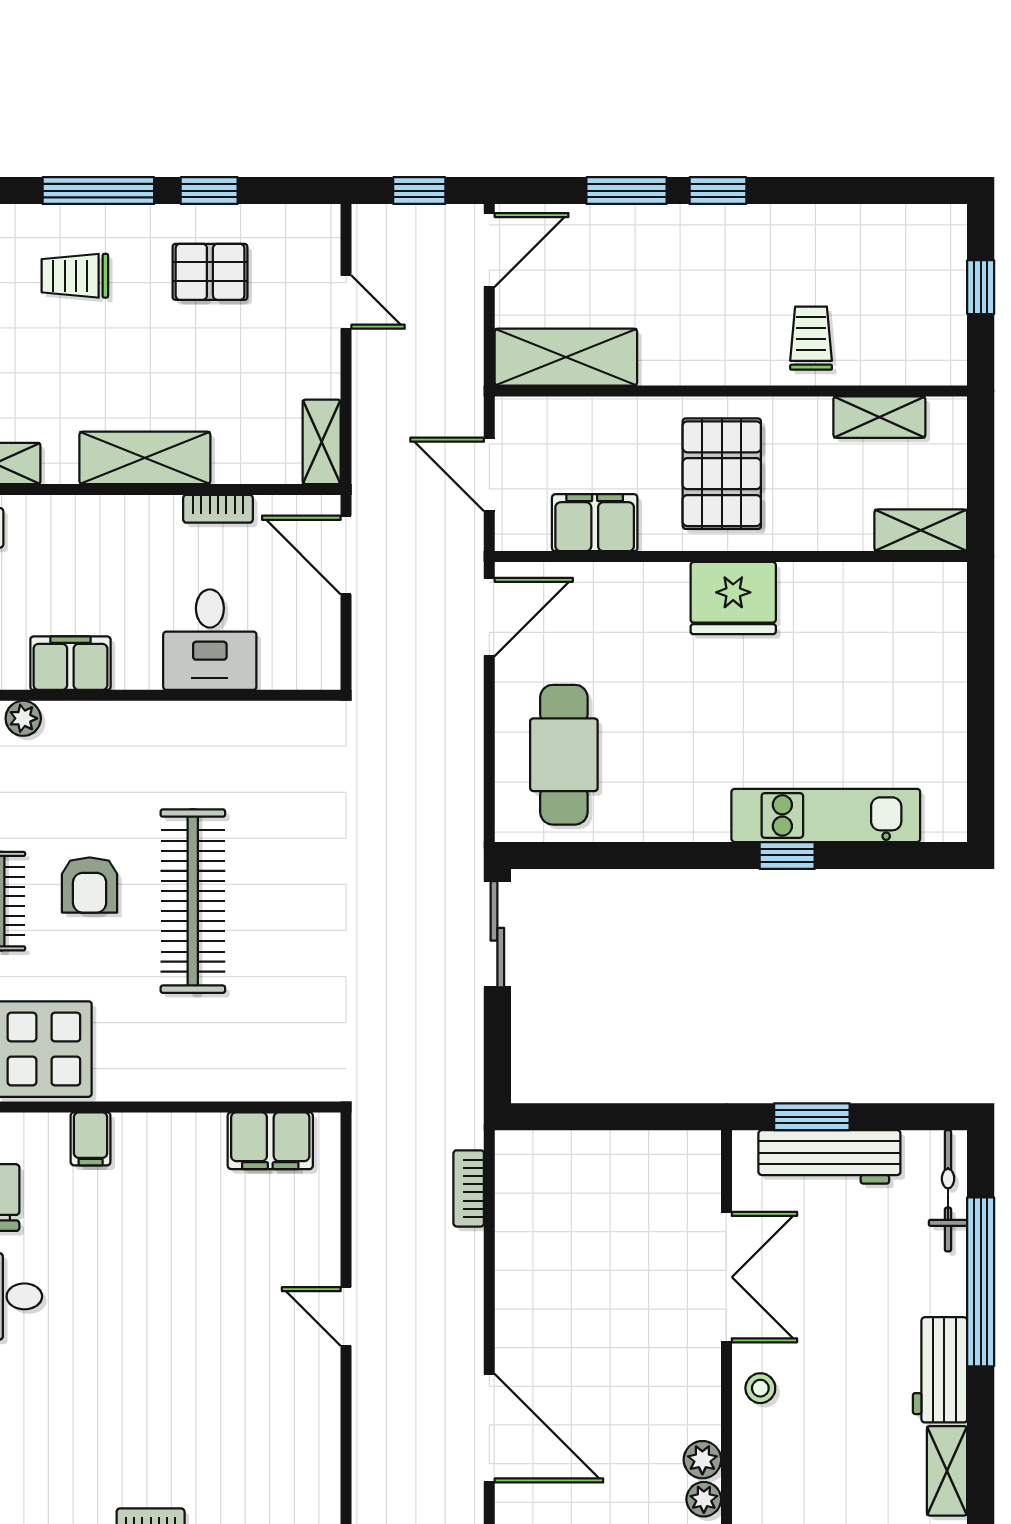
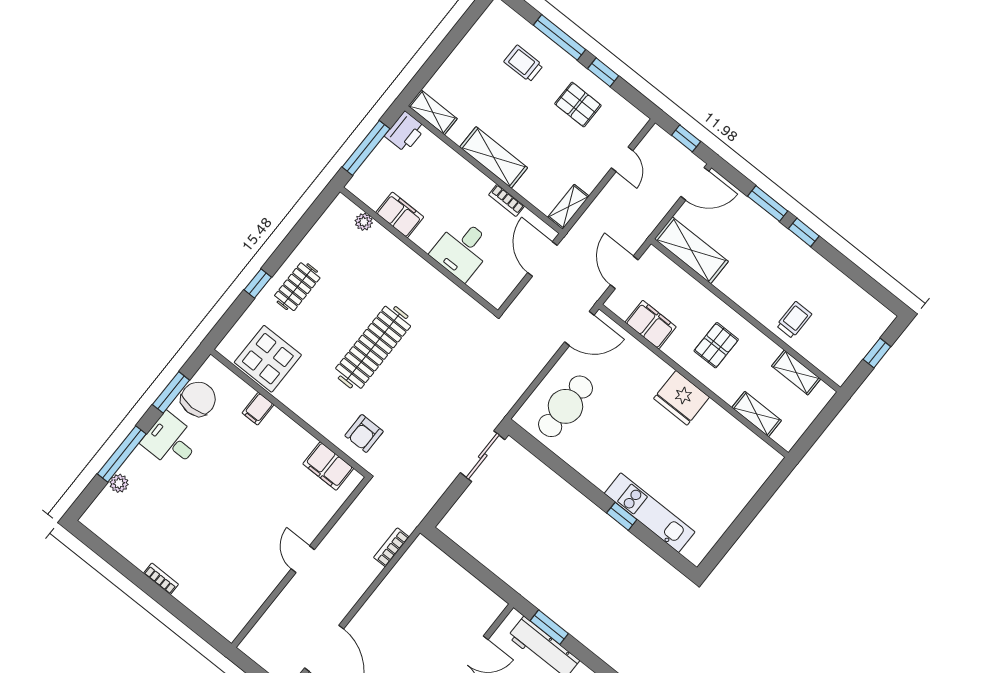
pallet: (722, 474) -> (716, 345), width x0.67, depth x0.71
shelving: (921, 530) -> (757, 414), moved
armchair: (90, 885) -> (364, 434), moved

